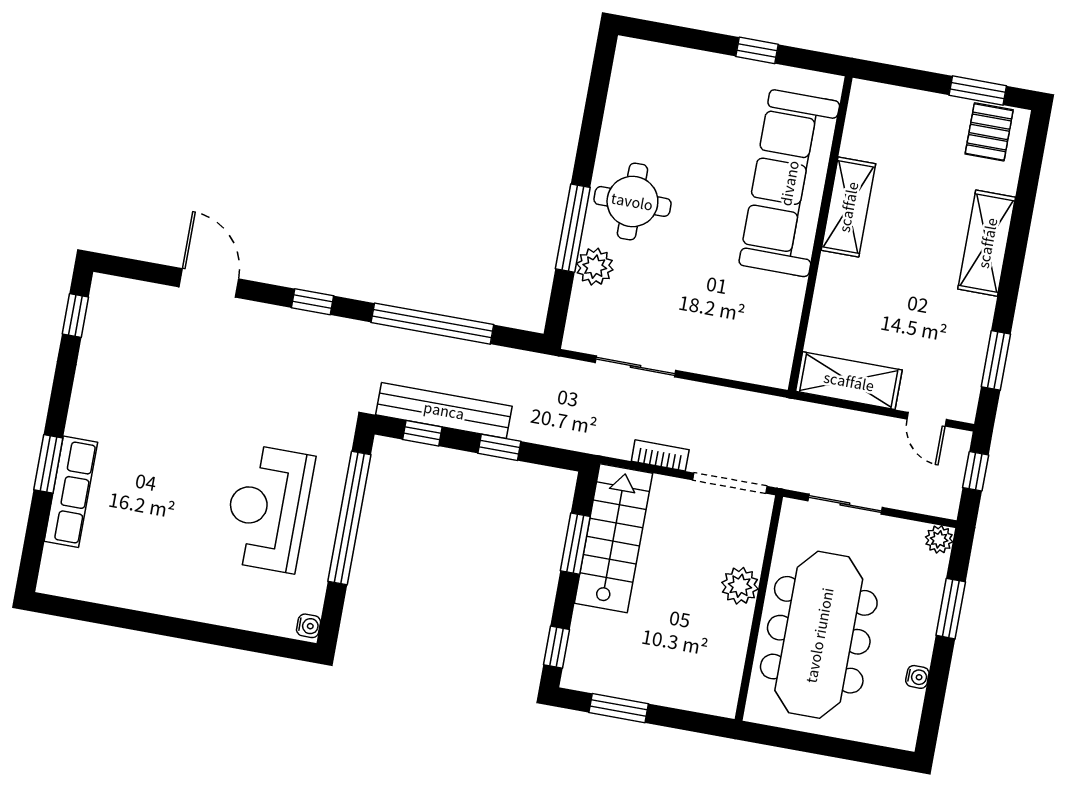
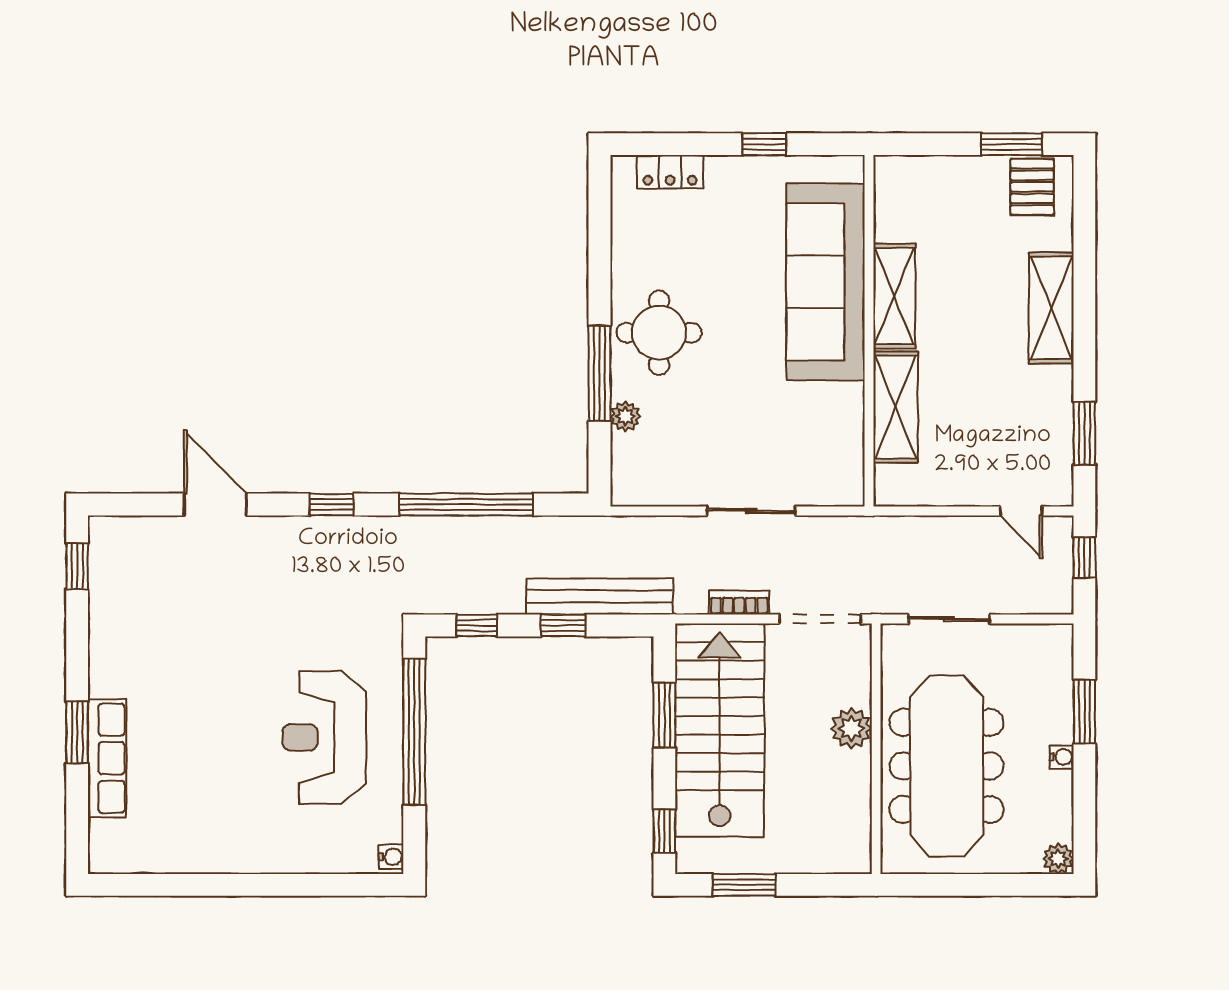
locker: (668, 60) -> (670, 172), added
plant: (595, 267) -> (625, 416), width x0.73, depth x0.73
sliding door: (636, 366) -> (751, 511), moved
shelving: (849, 381) -> (896, 407), moved, turned 90
bench: (444, 410) -> (600, 596), moved
stairs: (613, 538) -> (720, 730), width x1.36, depth x1.51
plant: (939, 539) -> (1058, 859), moved
water cooler: (917, 677) -> (1062, 757), moved

